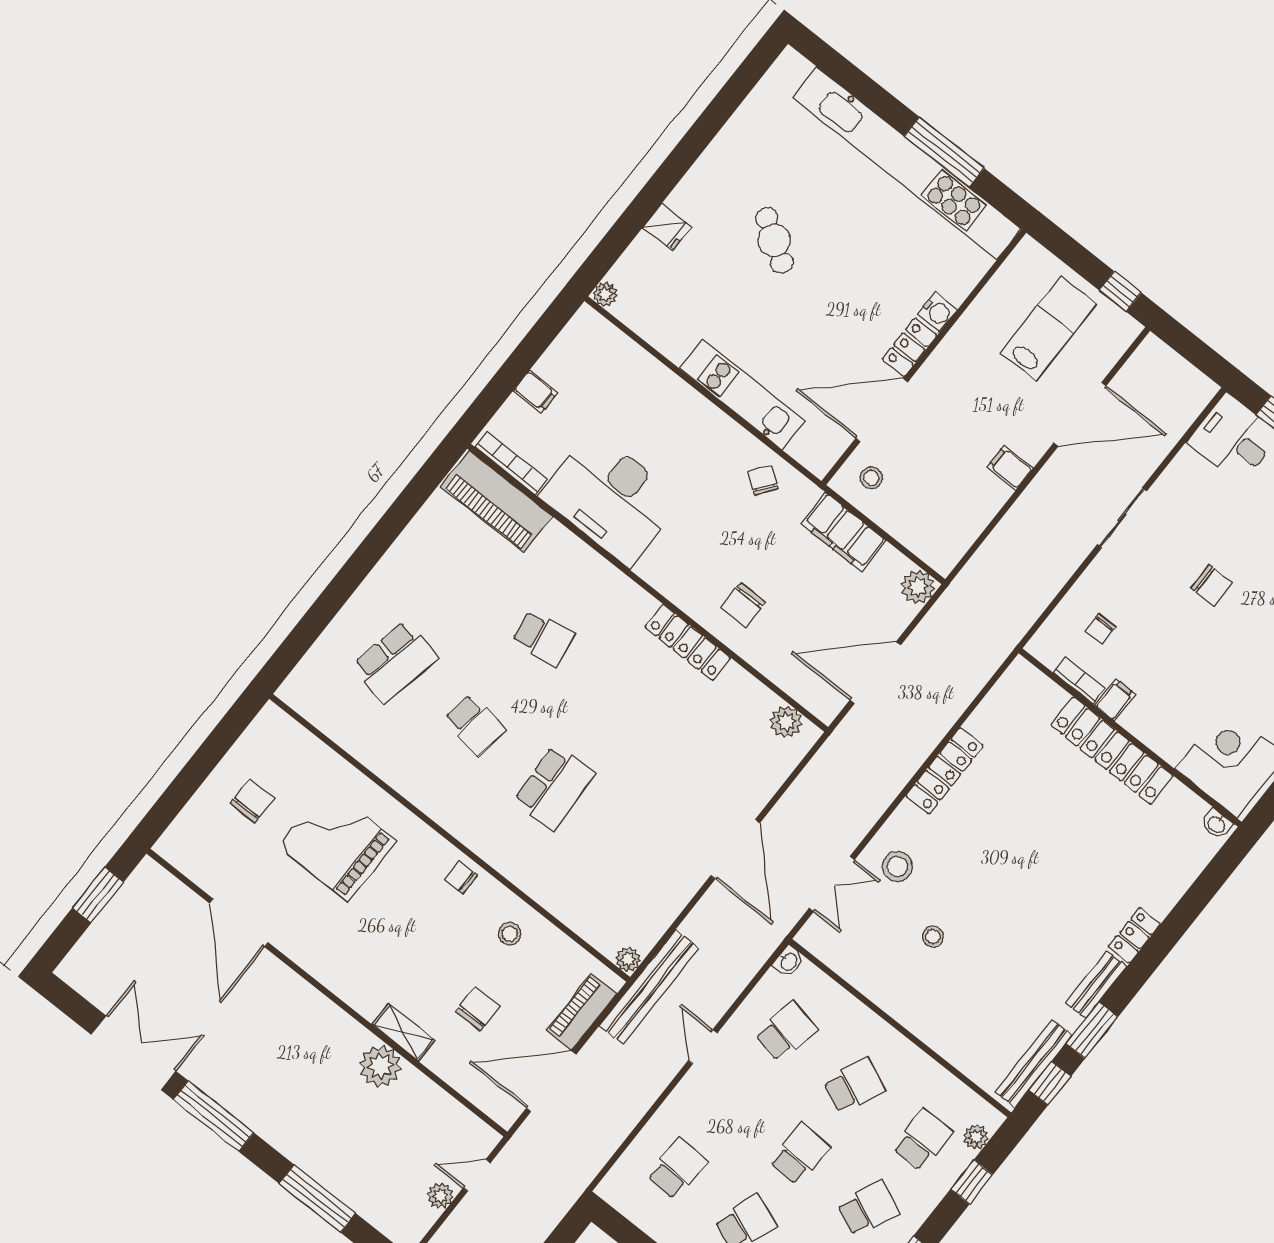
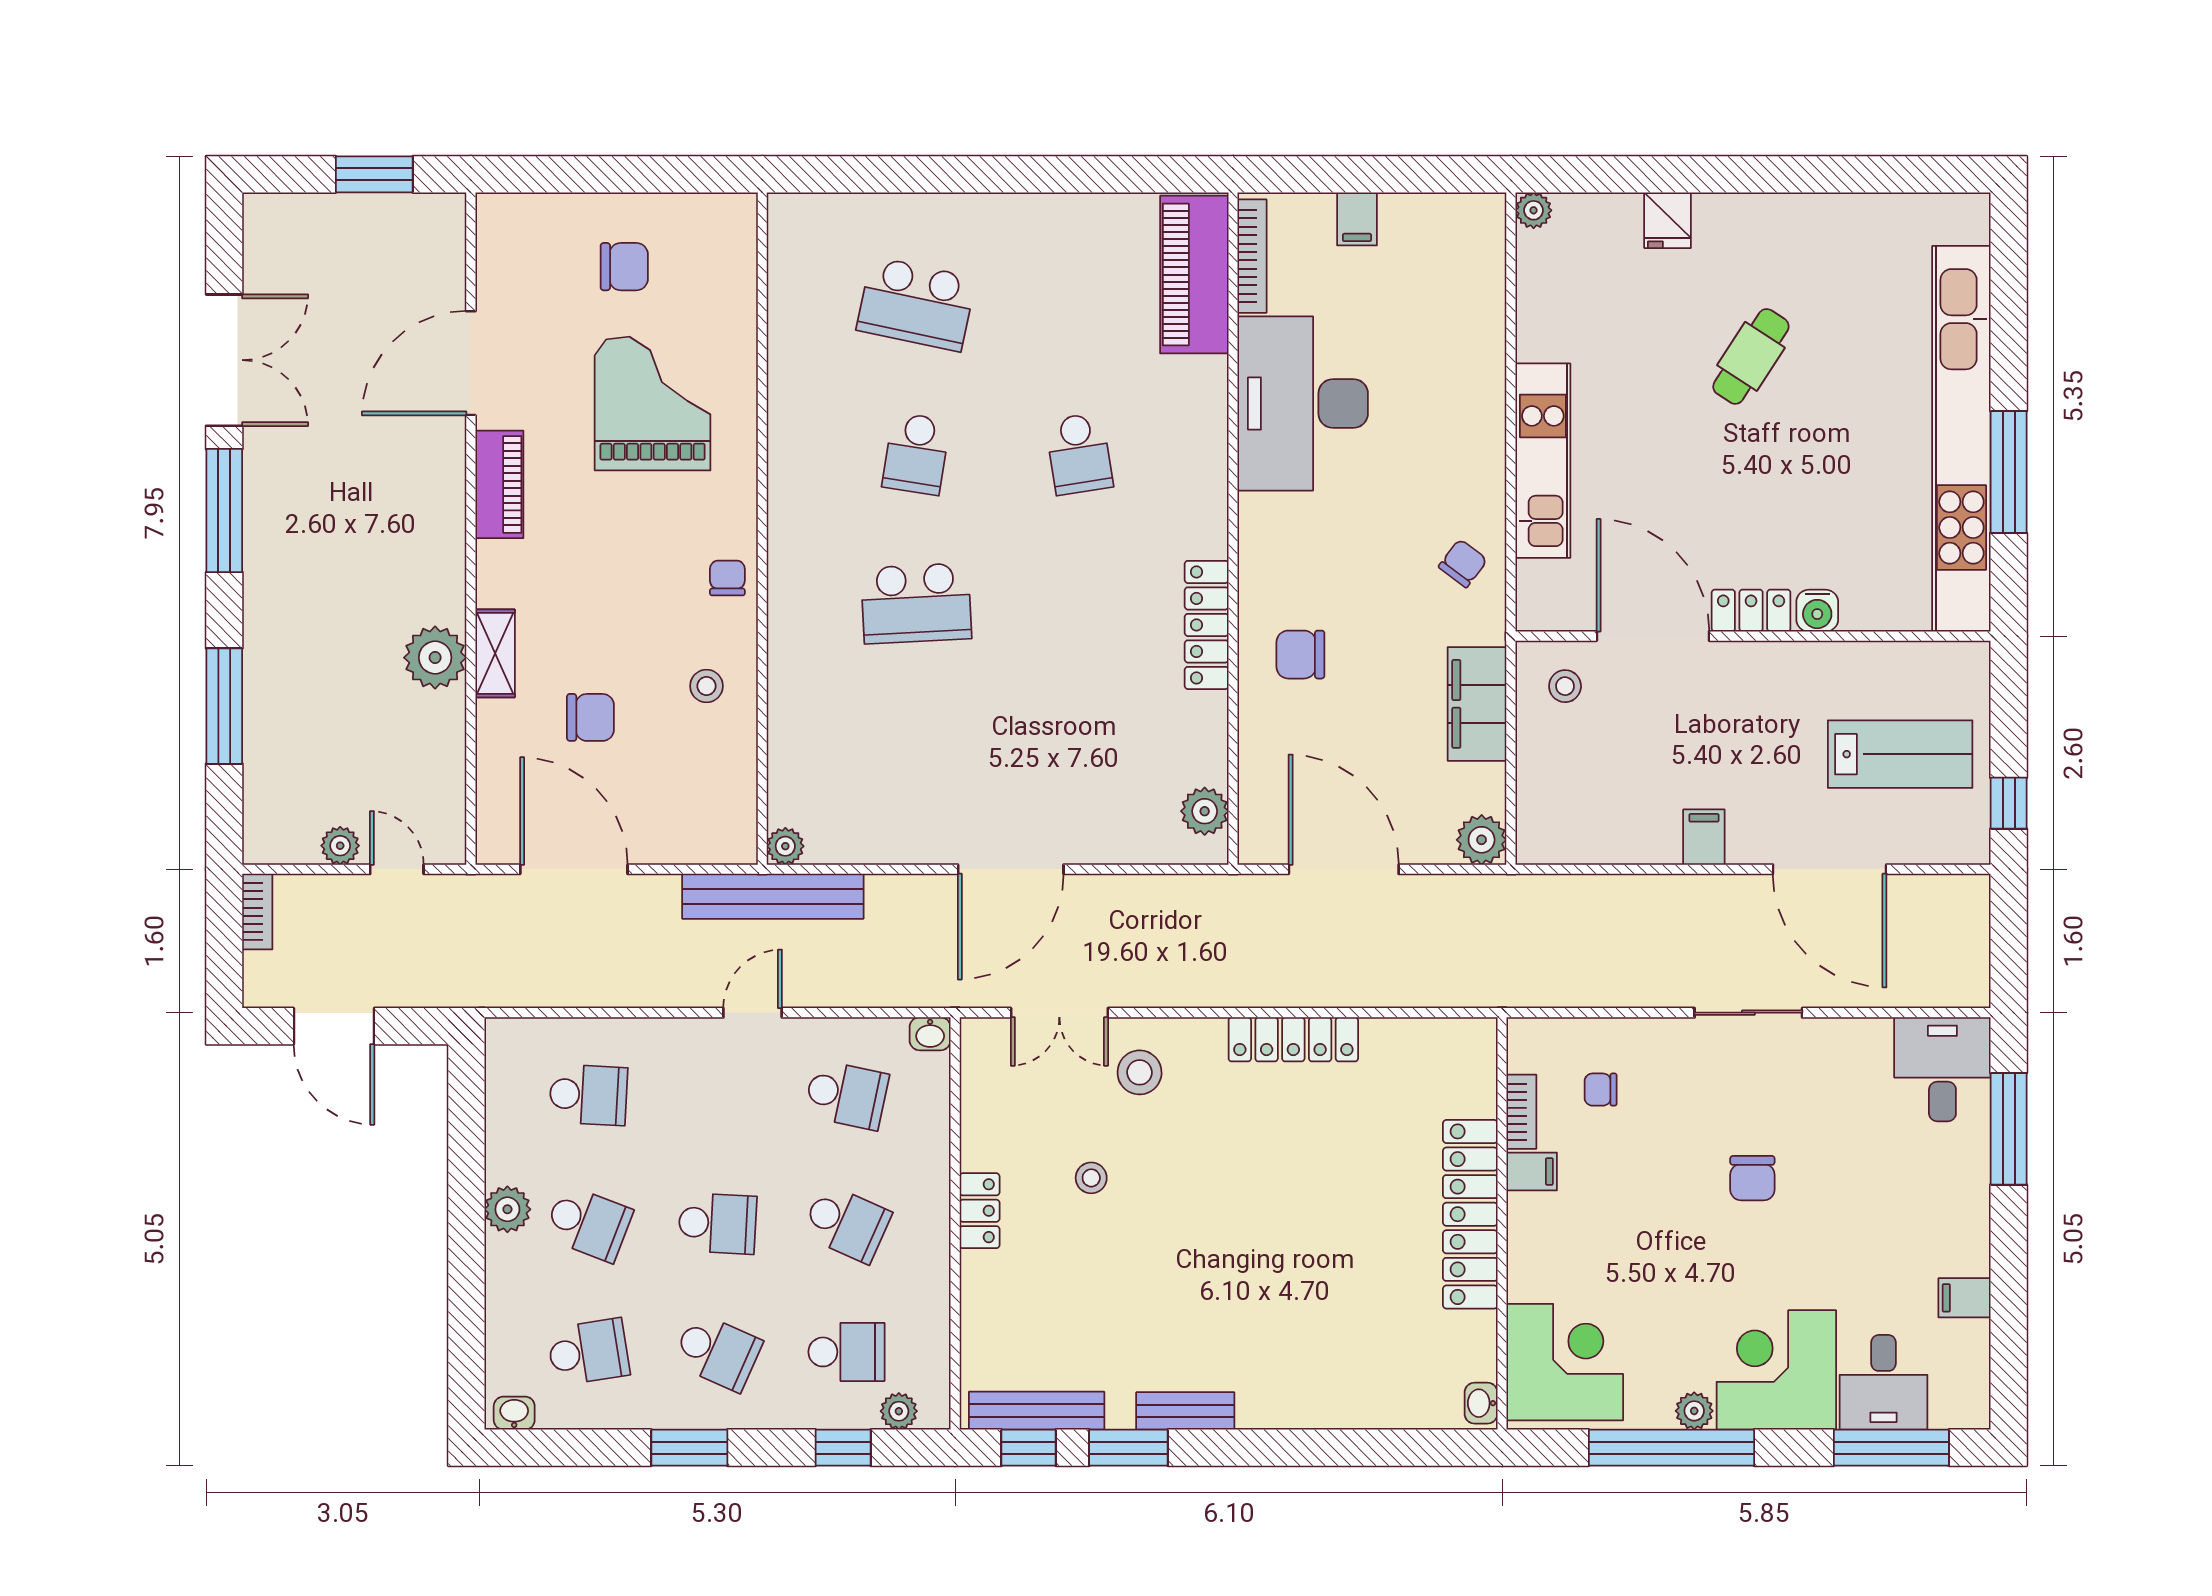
locker: (1135, 935) -> (980, 1211), moved, turned 90
piano: (582, 1012) -> (499, 484), moved, turned 90

